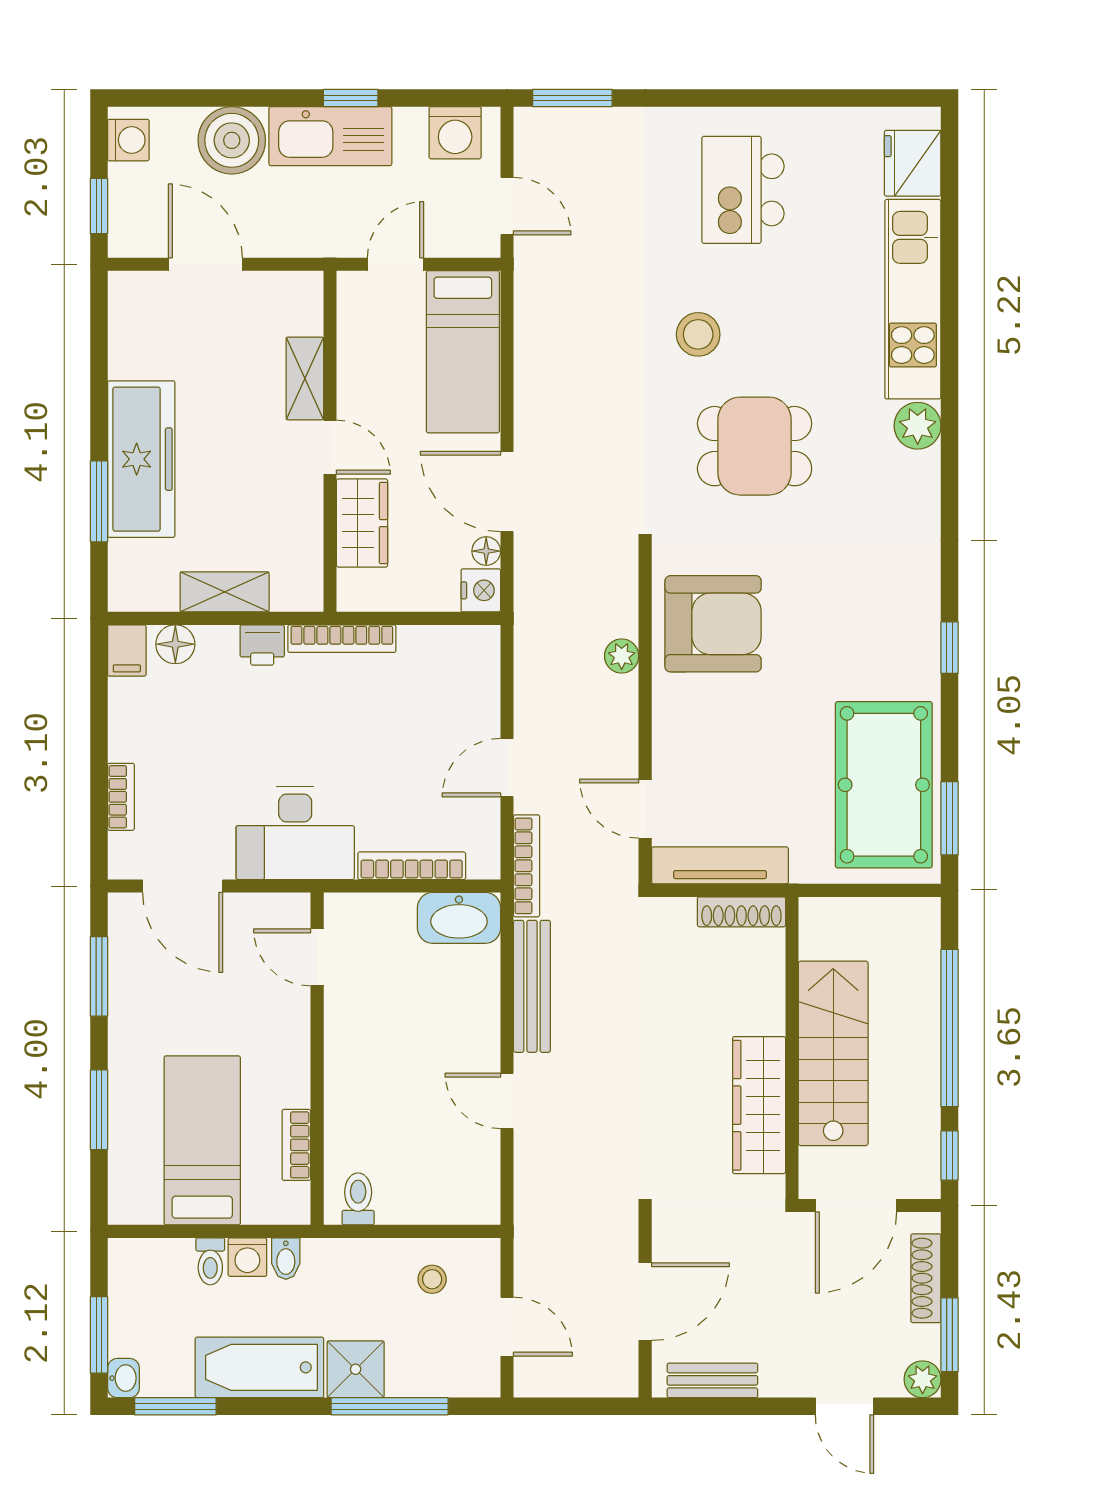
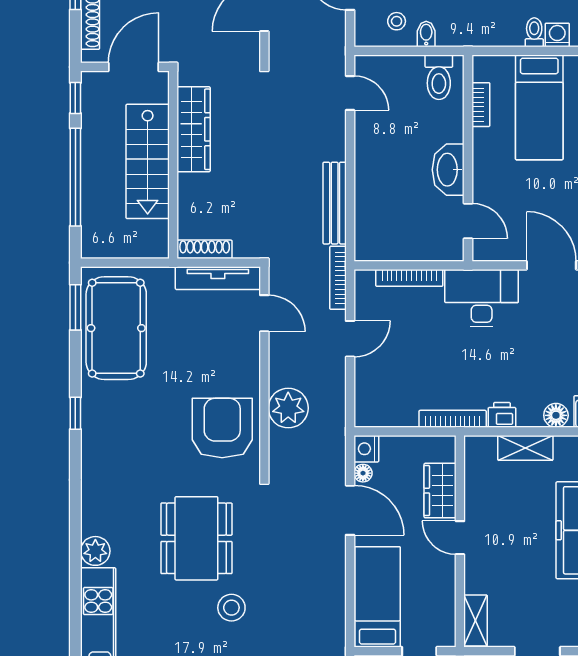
shelving: (305, 378) -> (476, 620), moved
dining table: (755, 446) -> (196, 538), width x1.38
armchair: (713, 624) -> (222, 428), turned 90
plant: (622, 656) -> (288, 408), width x1.87, depth x1.87
washbasin: (459, 918) -> (448, 170), moved, turned -90
door: (507, 1101) -> (350, 93), moved
toilet: (358, 1199) -> (439, 77), width x1.37, depth x1.39
washing machine: (247, 1257) -> (557, 35), moved
bidet: (286, 1259) -> (426, 34), moved

